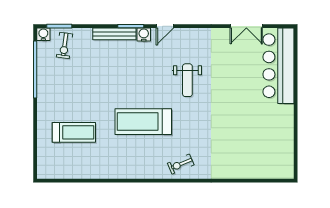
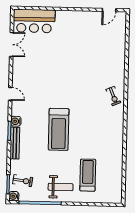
door: (165, 26) -> (10, 94), moved
bar counter: (279, 66) -> (34, 21), width x0.73
weight bench: (187, 80) -> (61, 187), moved
treadmill: (143, 122) -> (59, 129), moved
door: (296, 156) -> (109, 10), added

